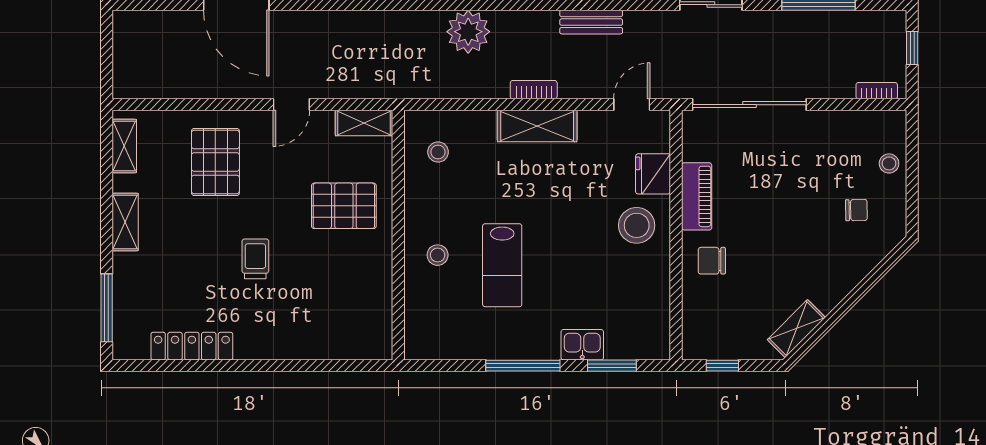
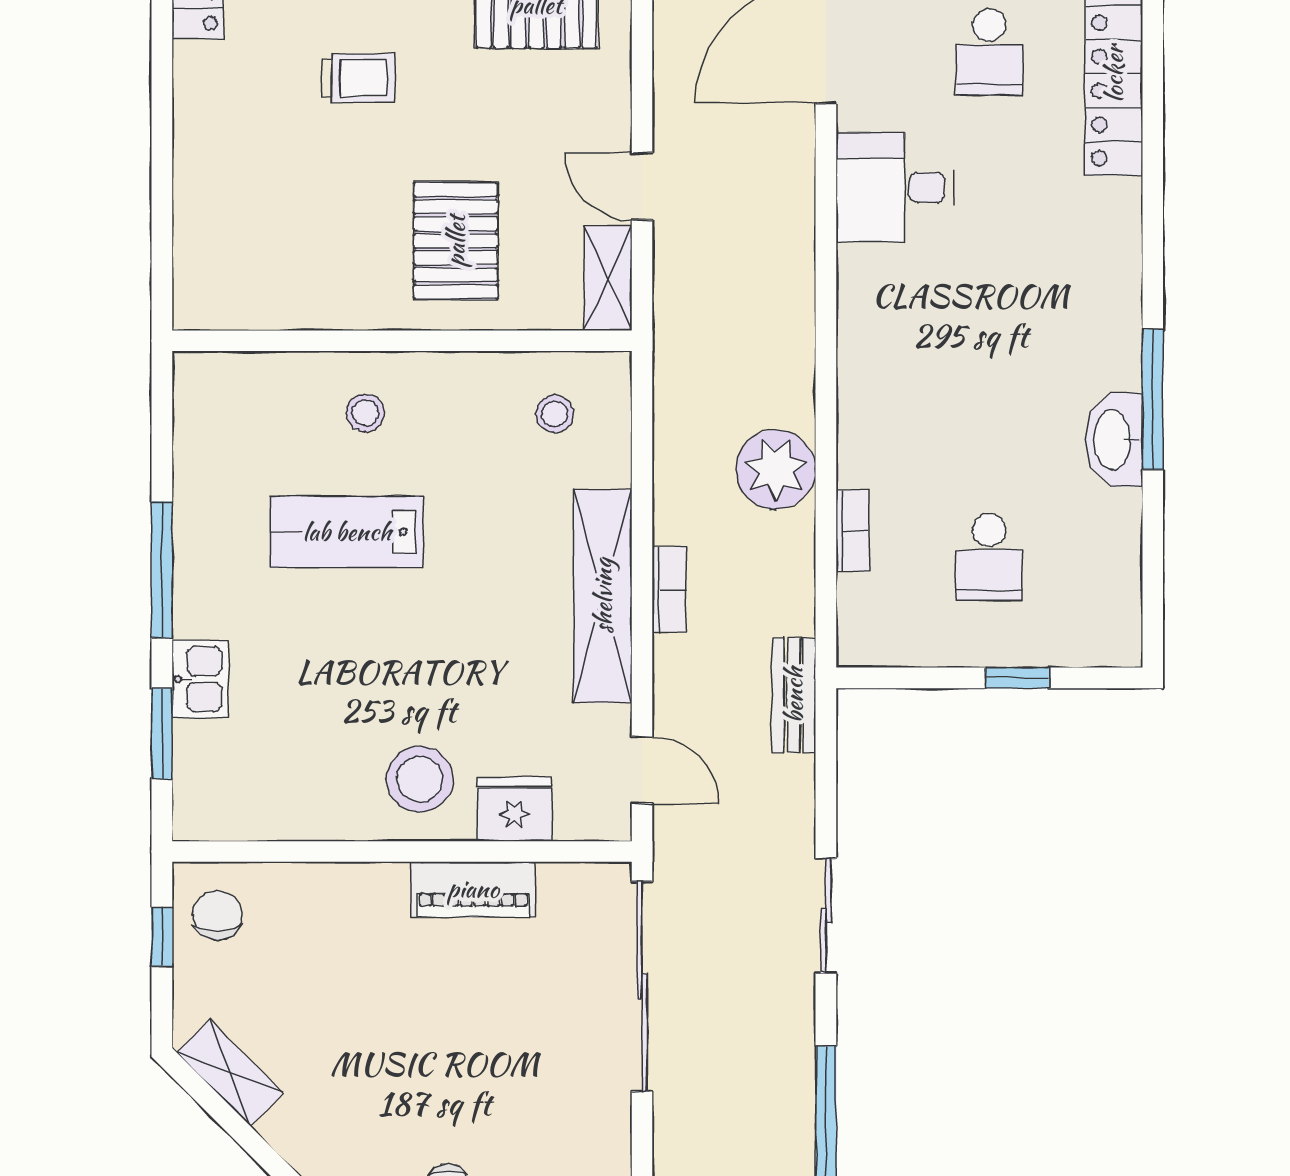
door: (291, 105) -> (642, 186), moved
shelving: (537, 126) -> (603, 596), width x1.47
chair: (712, 261) -> (217, 915), moved

